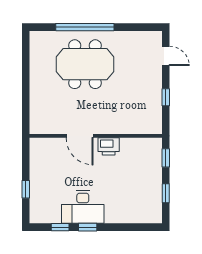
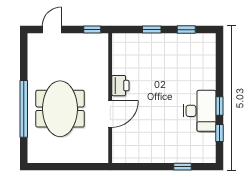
door: (80, 136) -> (110, 114), moved
wall: (96, 136) -> (110, 98), moved
printer: (109, 146) -> (120, 86), moved

